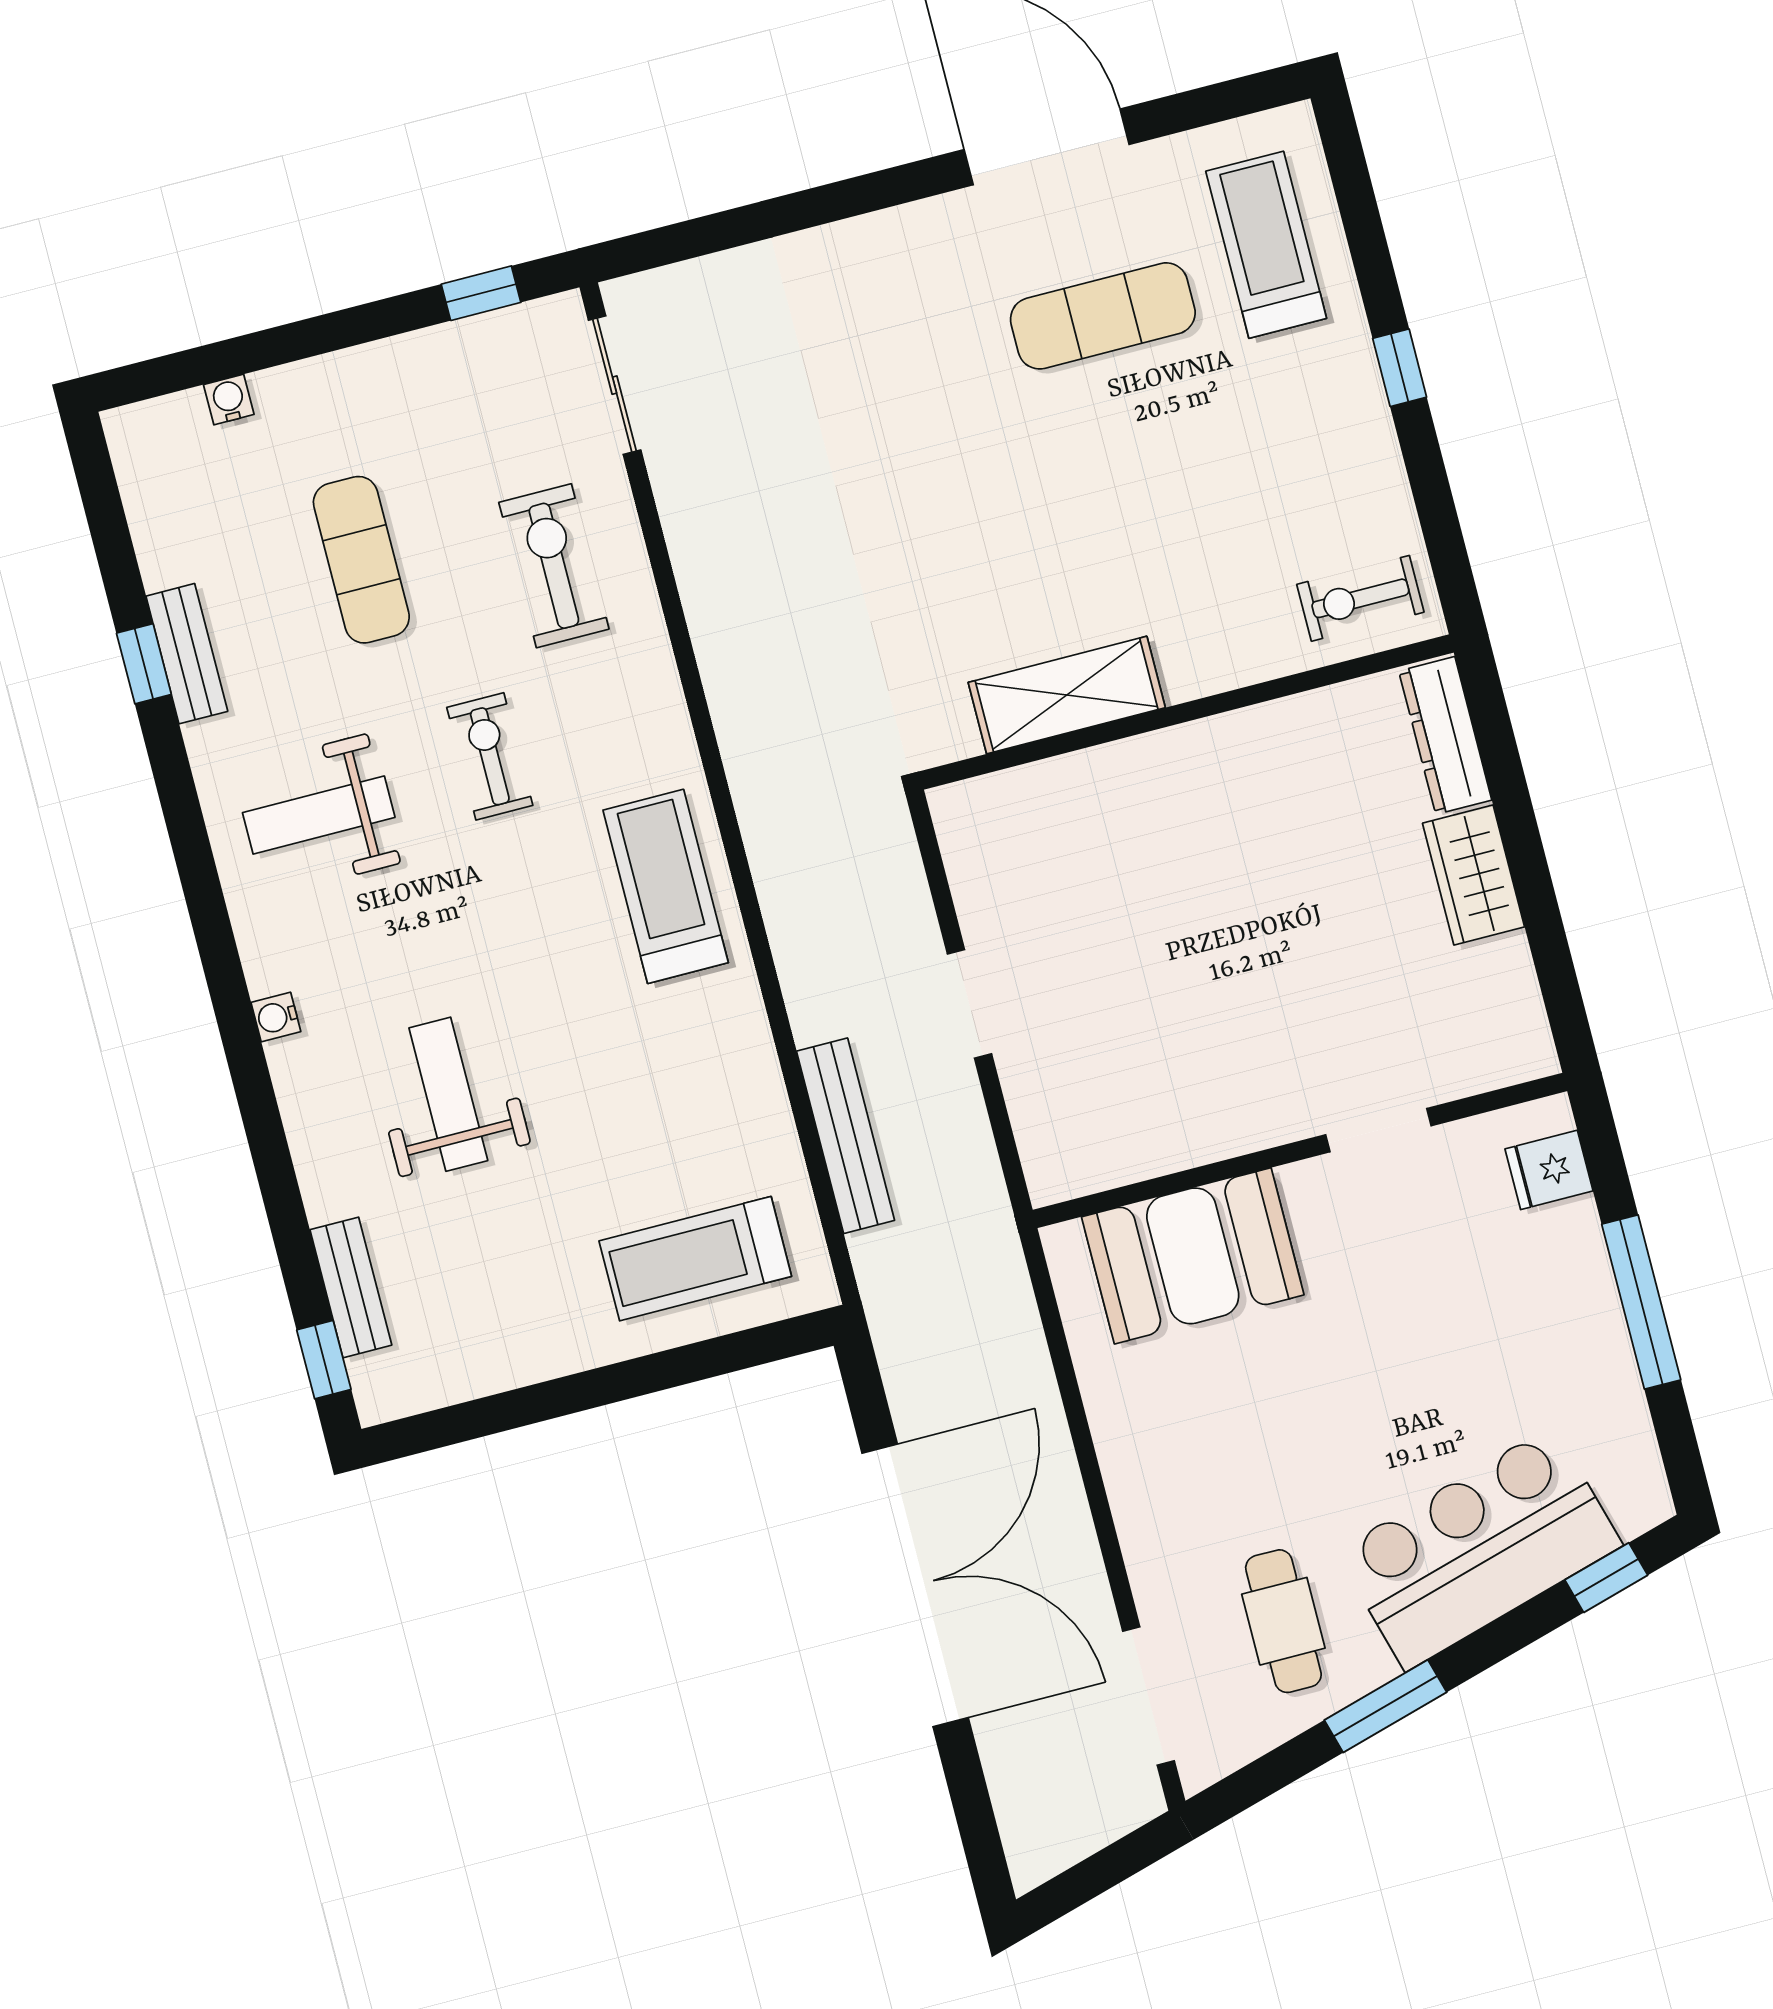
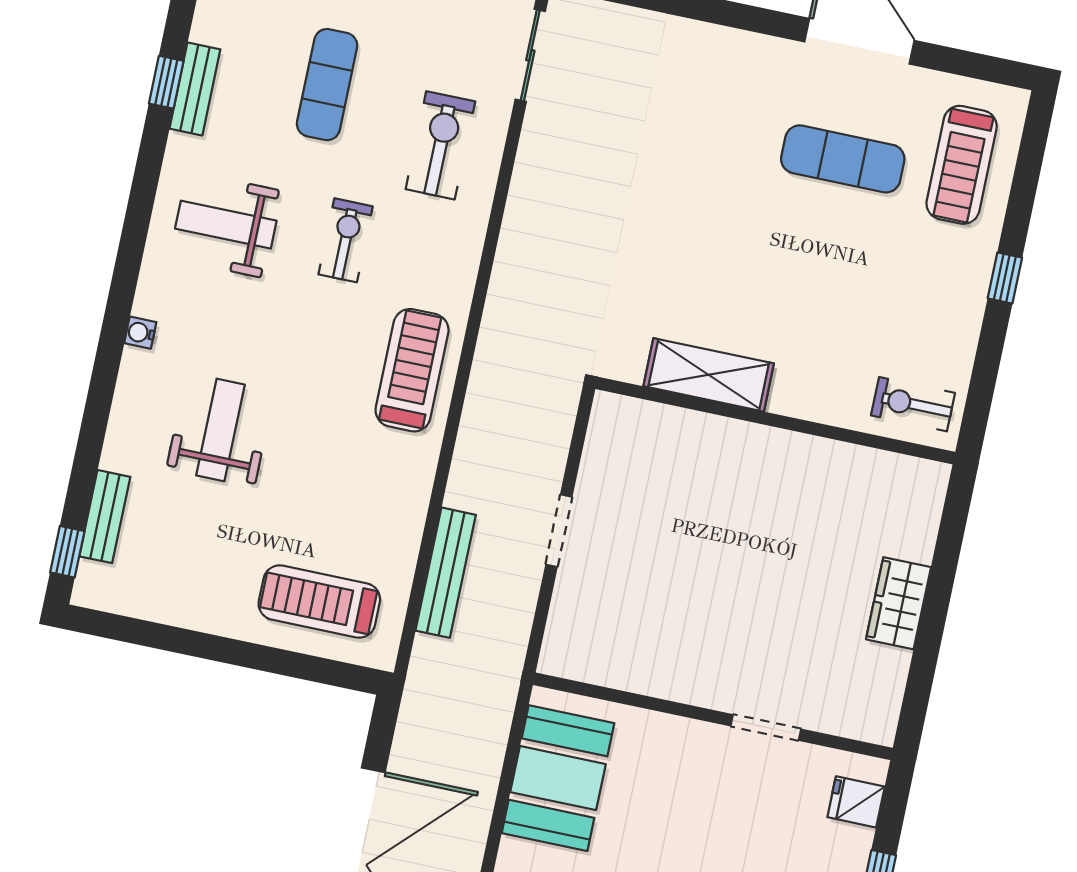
treadmill: (1266, 245) -> (962, 165), turned 180
dresser: (1445, 735) -> (923, 511), removed
booth: (1193, 1256) -> (558, 778), moved, turned 90

